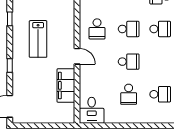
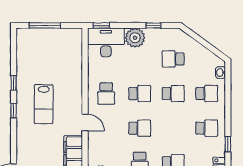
window: (10, 65) -> (14, 111), moved

